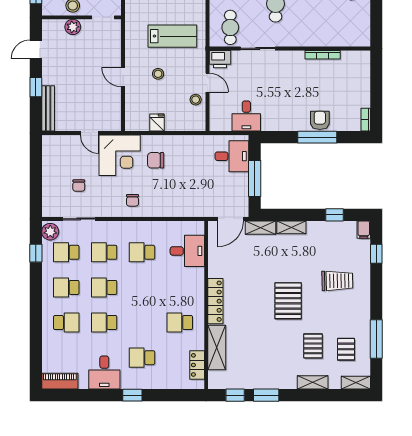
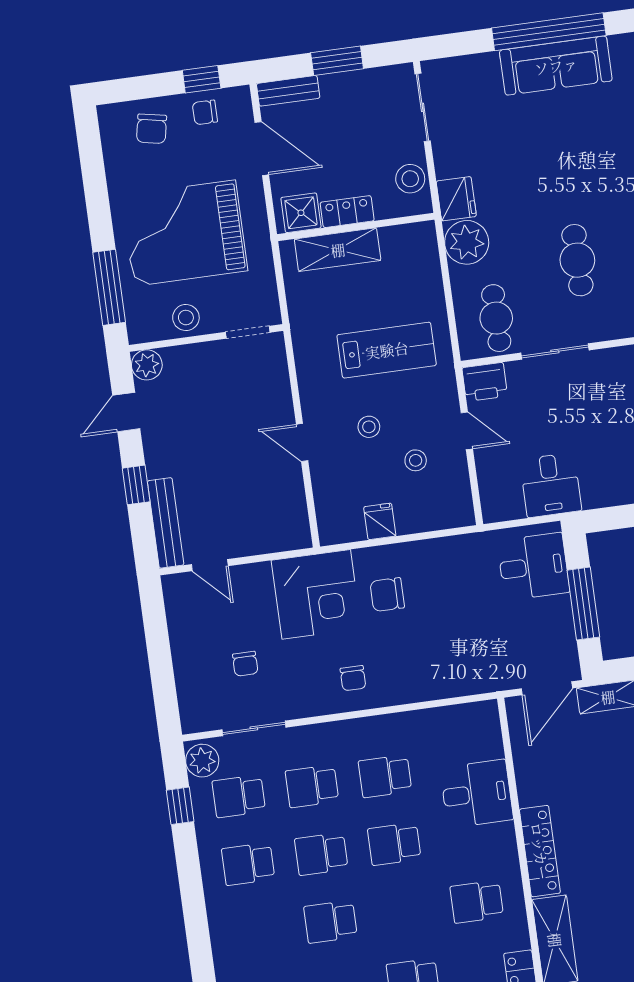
plant: (73, 27) -> (147, 365), moved
stool: (196, 100) -> (416, 460), moved
door: (90, 133) -> (210, 565), moved
desk: (187, 251) -> (477, 794), moved
school desk: (66, 323) -> (394, 844), moved, turned 180

